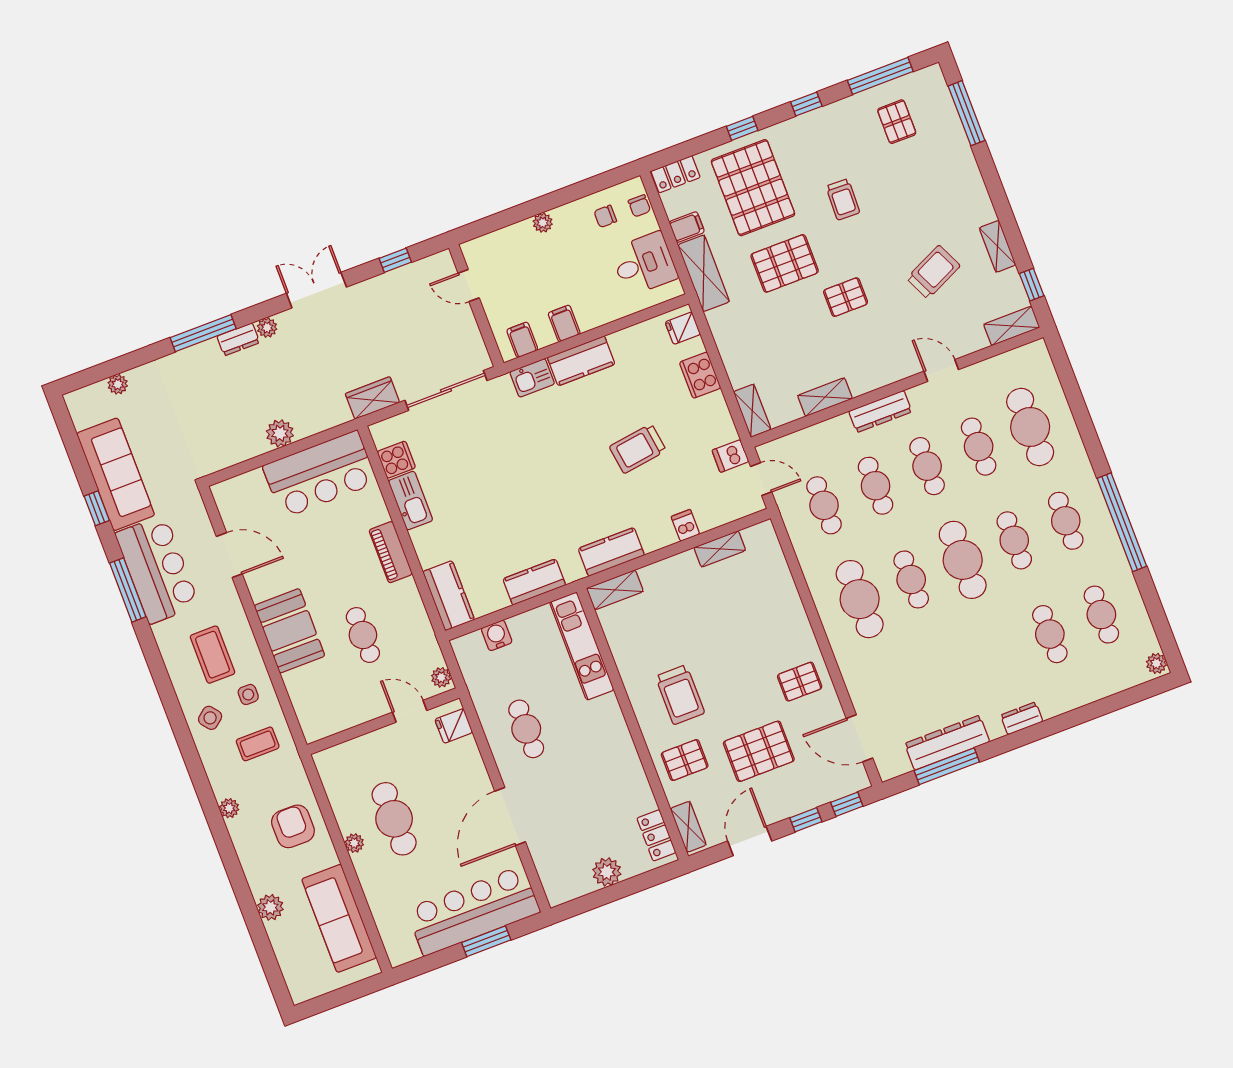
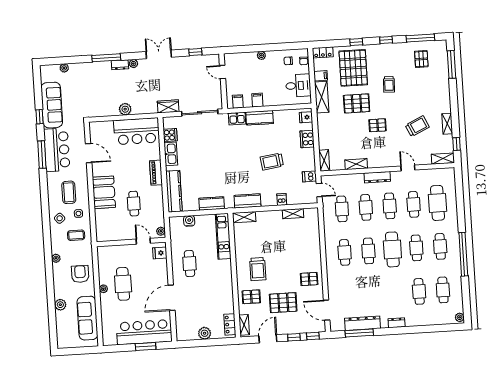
kitchen counter: (449, 596) -> (174, 191), width x1.50
cafe table: (860, 599) -> (345, 252), width x0.73, depth x0.74

